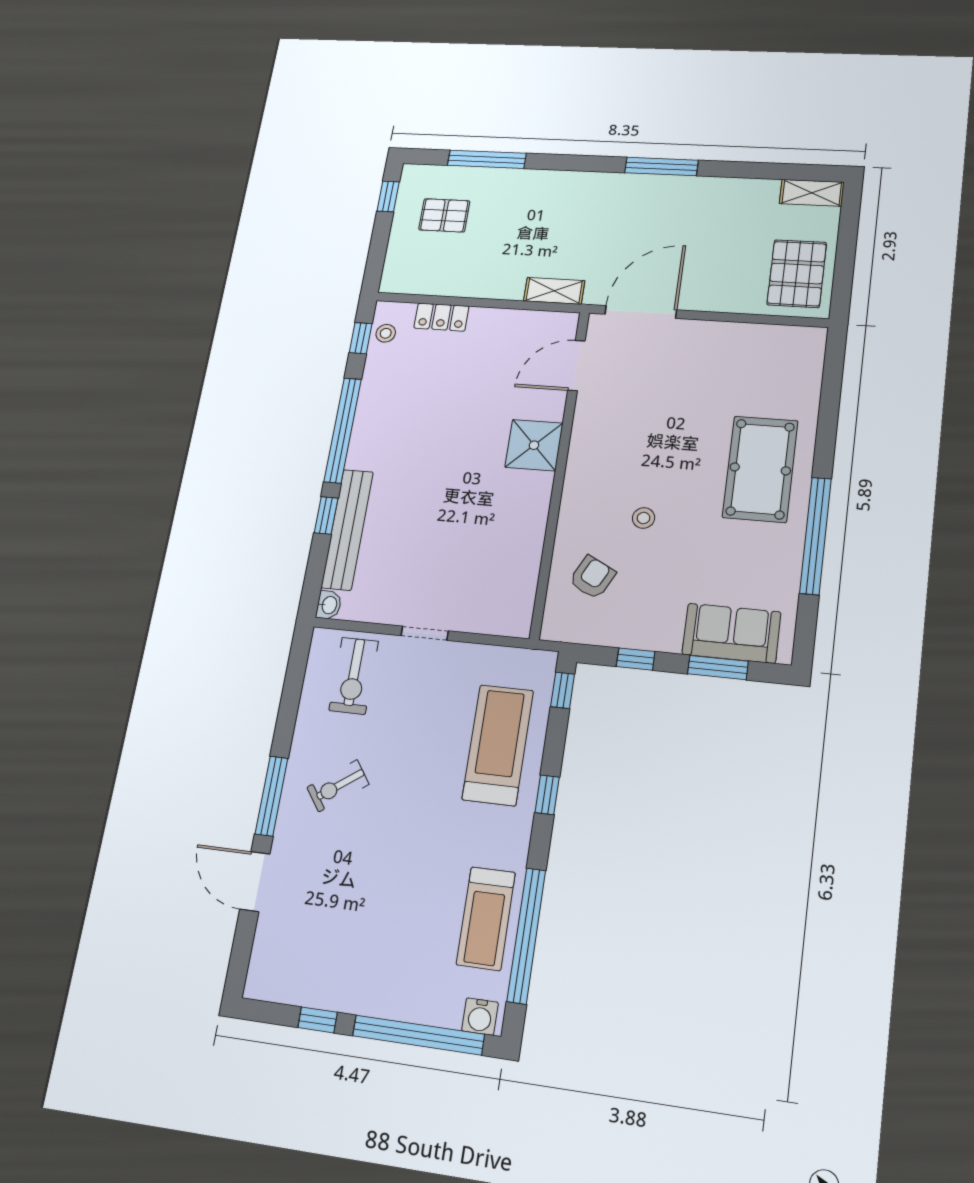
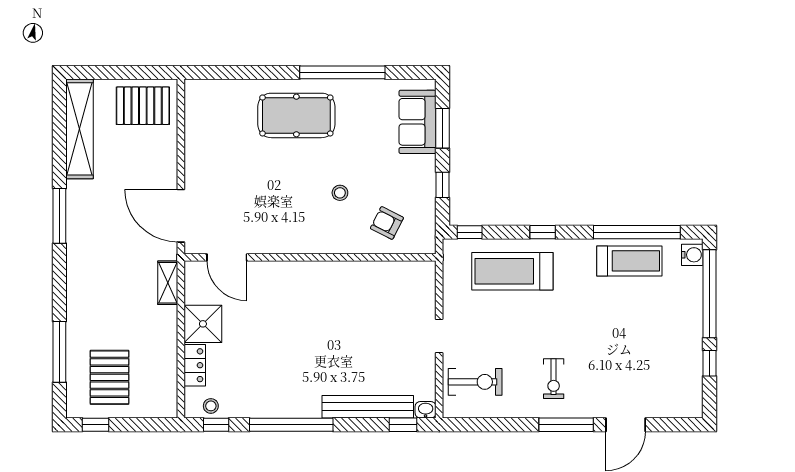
shelving: (812, 193) -> (80, 129), width x2.20, depth x1.33
pallet: (444, 215) -> (109, 377), width x1.50, depth x1.42
shower: (534, 445) -> (203, 324), moved
window: (326, 515) -> (403, 425), moved
exercise bike: (338, 786) -> (554, 379), turned 36

